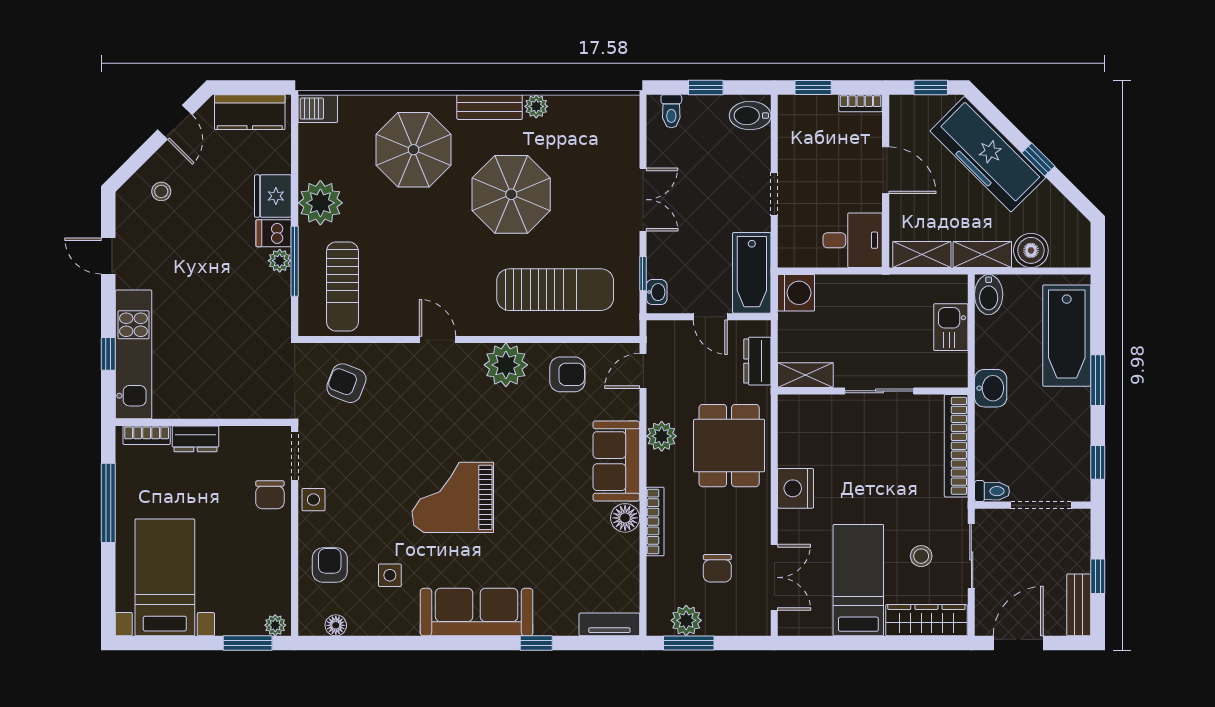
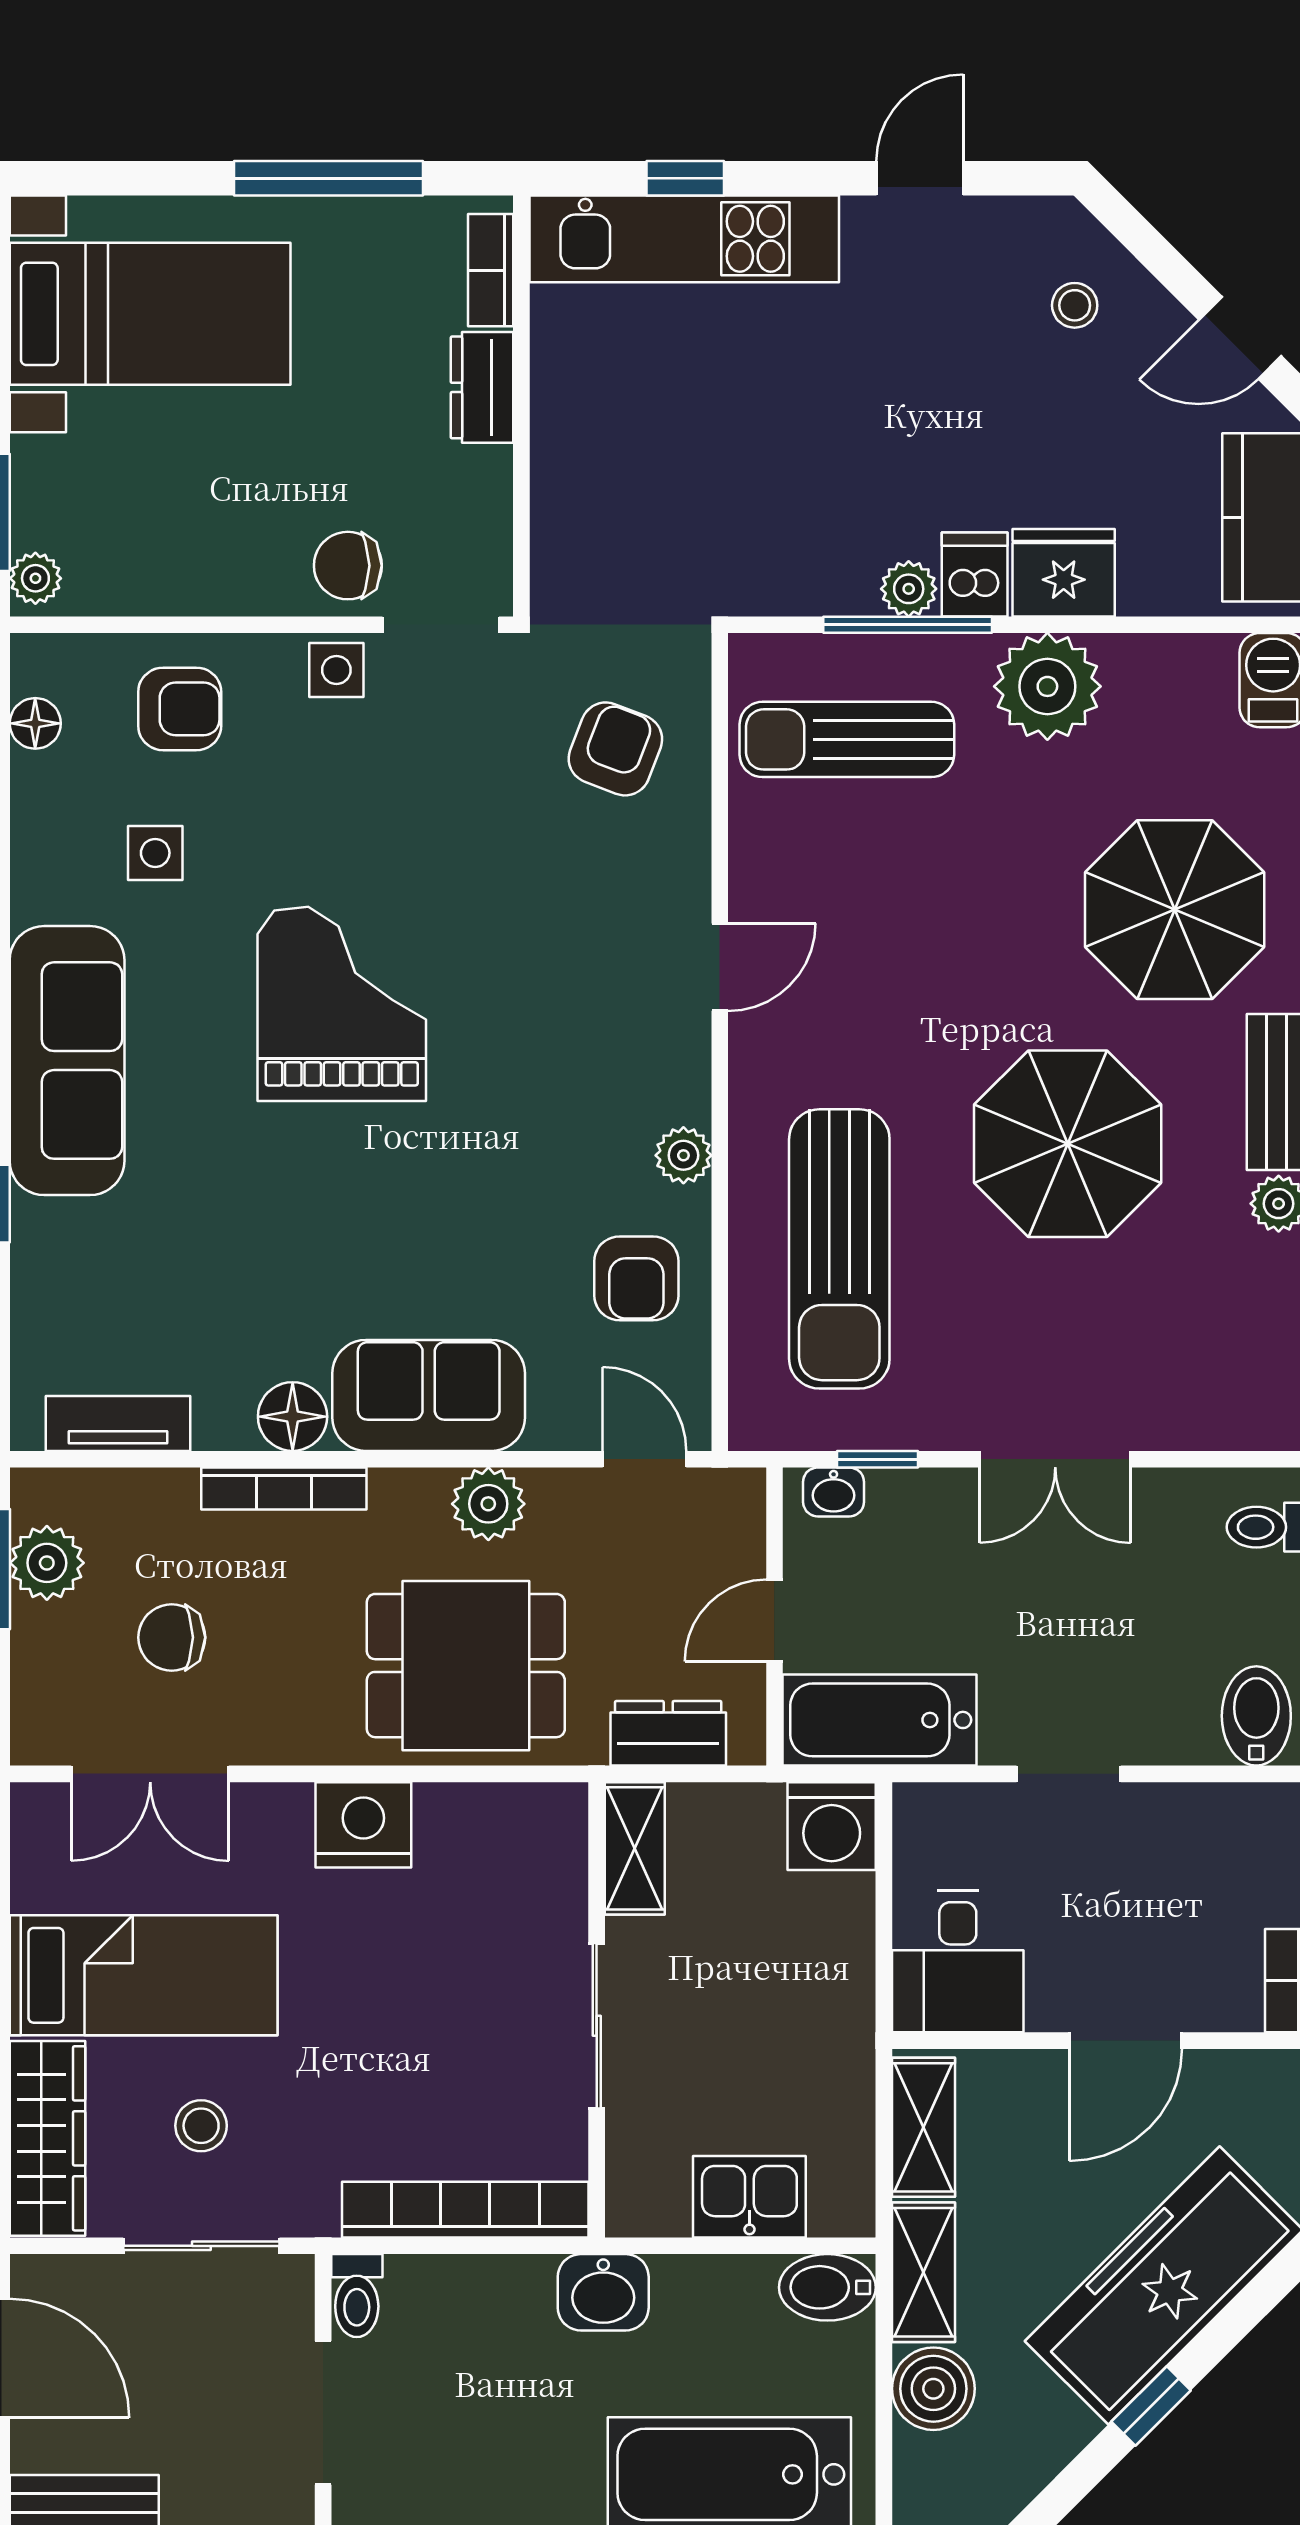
plant: (506, 365) -> (683, 1155), width x0.53, depth x0.53
tv unit: (609, 624) -> (118, 1423), moved, turned -90

